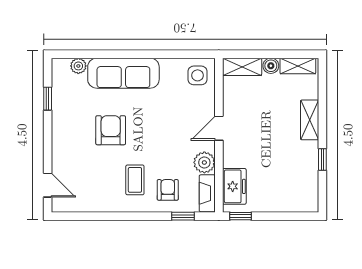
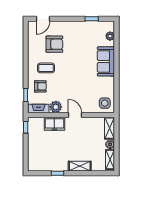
sofa: (123, 73) -> (106, 61), width x0.73
armchair: (111, 130) -> (54, 44), moved
freezer: (234, 186) -> (54, 124), moved

